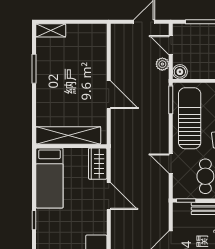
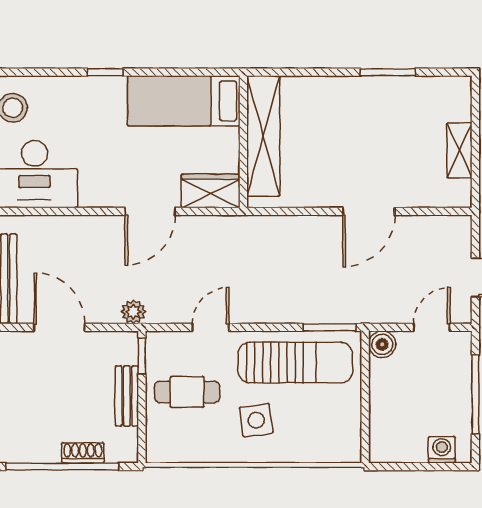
shelving: (51, 30) -> (459, 150), moved
plant: (162, 64) -> (133, 312), moved
door: (109, 95) -> (369, 211), moved

